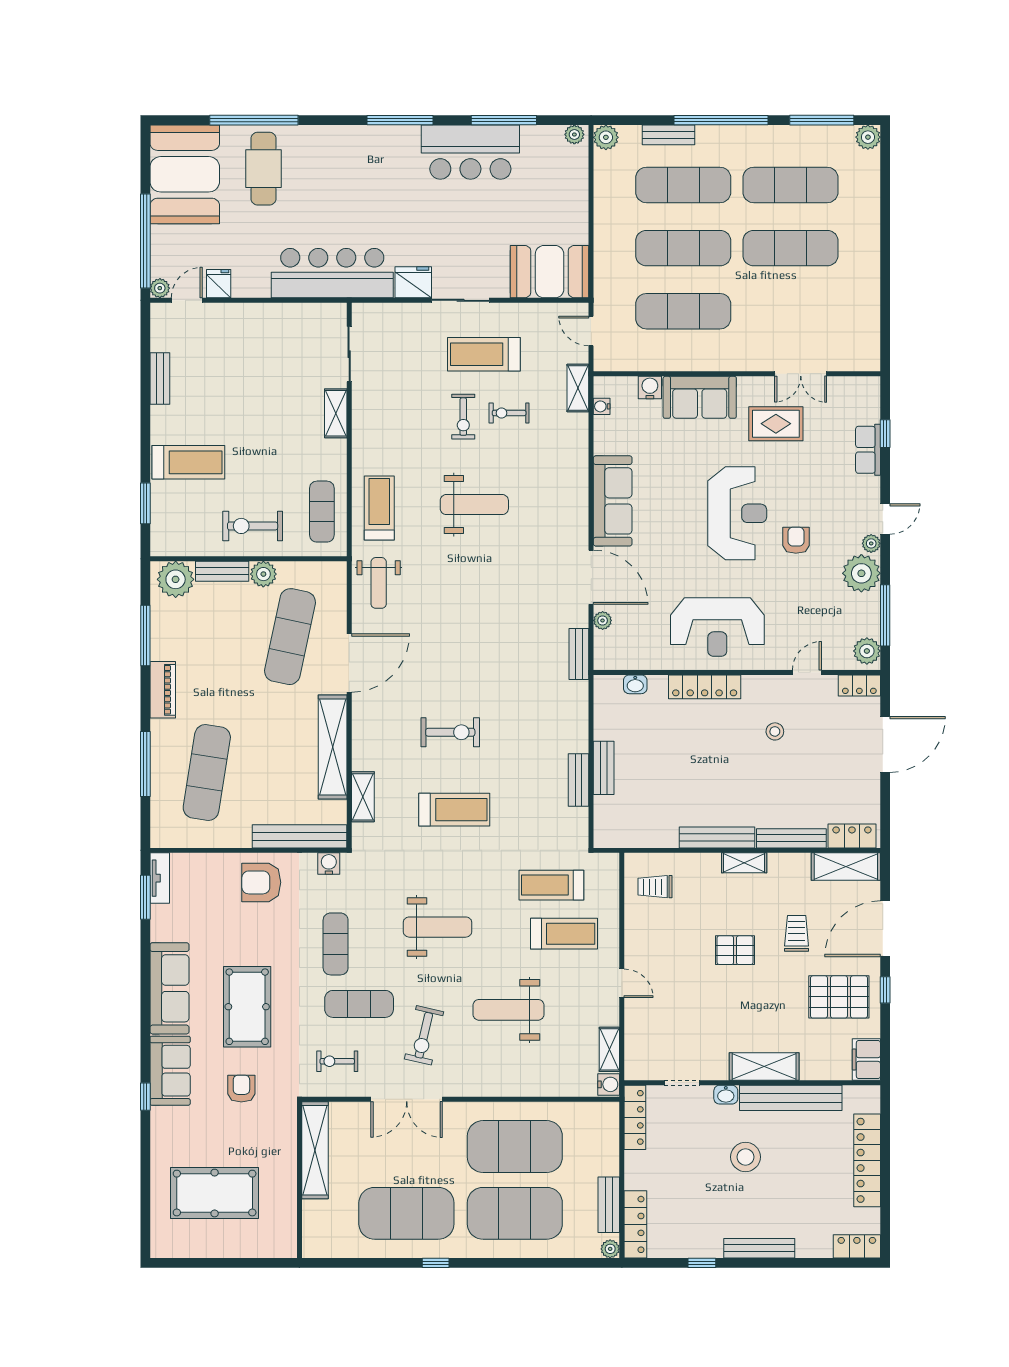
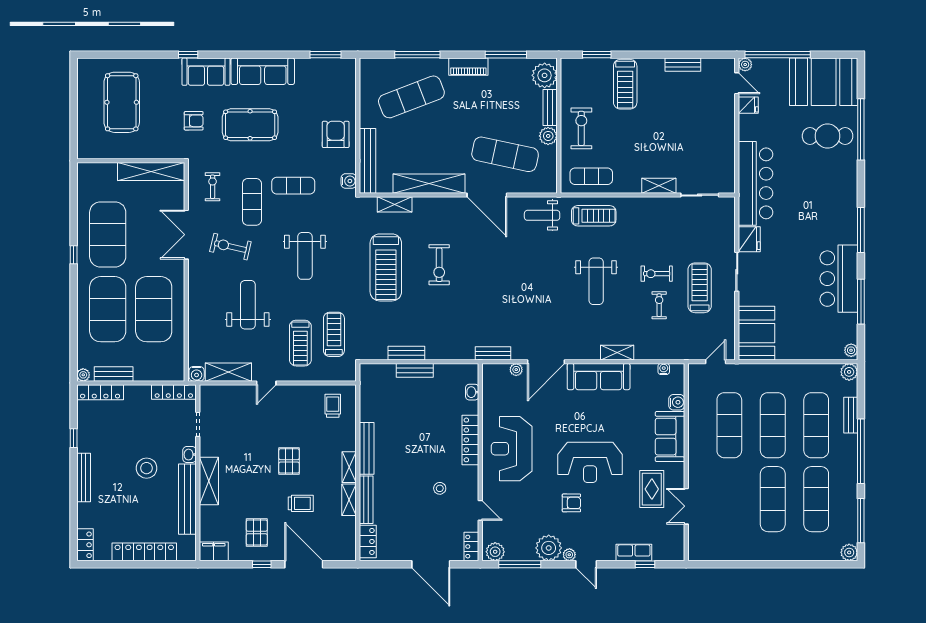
shelving: (578, 388) -> (617, 353), moved
exercise mat: (207, 773) -> (411, 97), turned -30
treadmill: (454, 810) -> (386, 267), width x1.37, depth x1.37
shelving: (846, 867) -> (349, 500), moved, width x0.67, depth x0.75
tv unit: (160, 878) -> (339, 64), removed
pallet: (839, 997) -> (257, 532), width x0.67, depth x0.71
shelving: (609, 1049) -> (228, 372), width x1.50, depth x1.33

